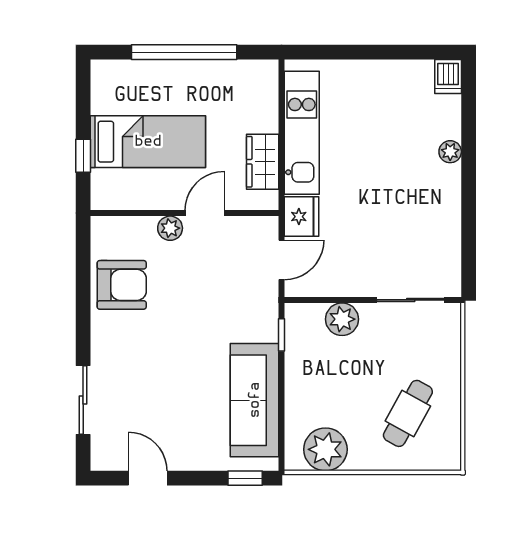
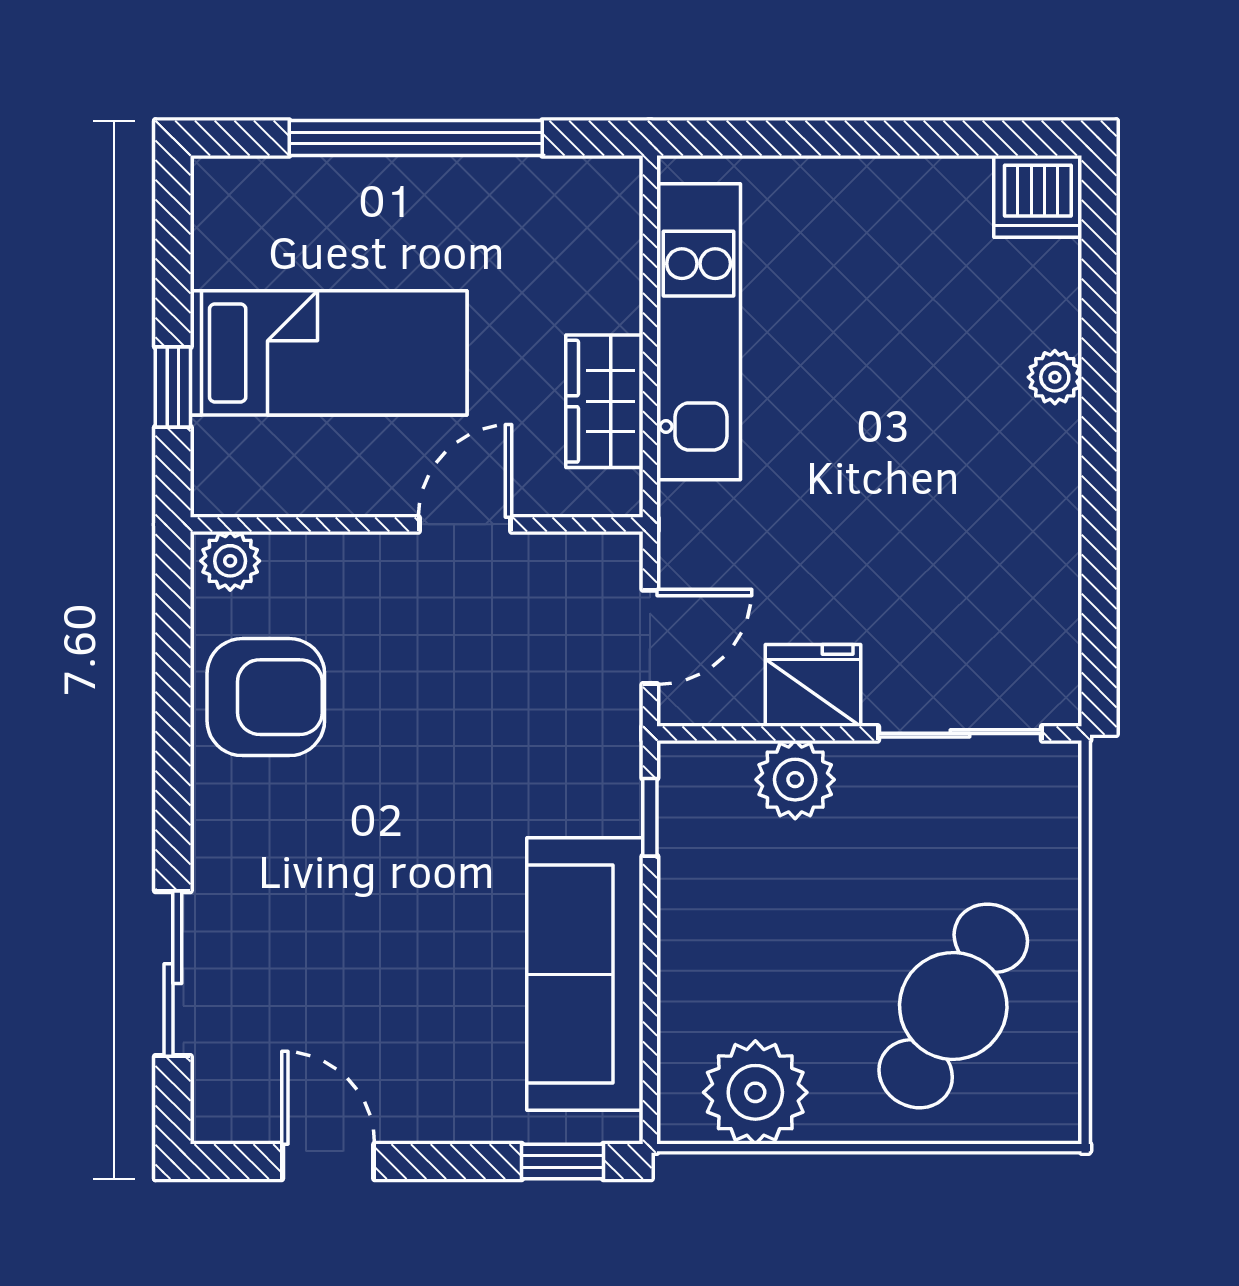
dishwasher: (448, 76) -> (1038, 196), width x1.38
fridge: (302, 217) -> (813, 685), moved, turned -90
plant: (170, 228) -> (230, 561), moved
cafe table: (408, 413) -> (953, 1006), width x1.37, depth x1.35

